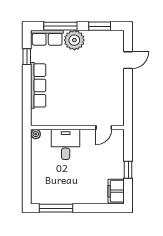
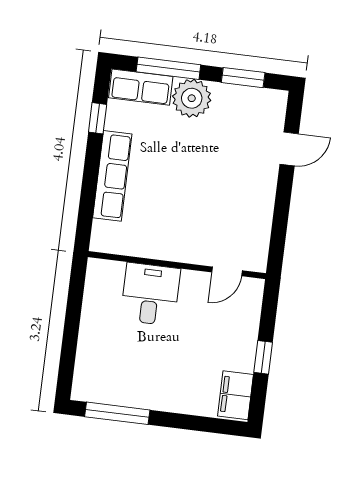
plant: (36, 134) -> (96, 268), removed

